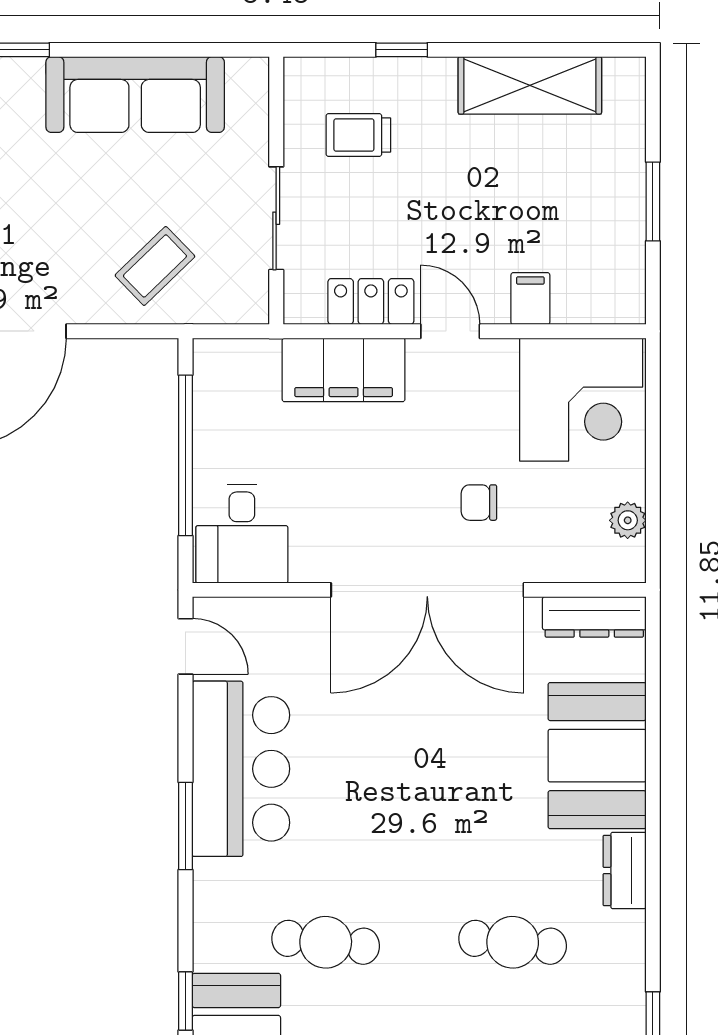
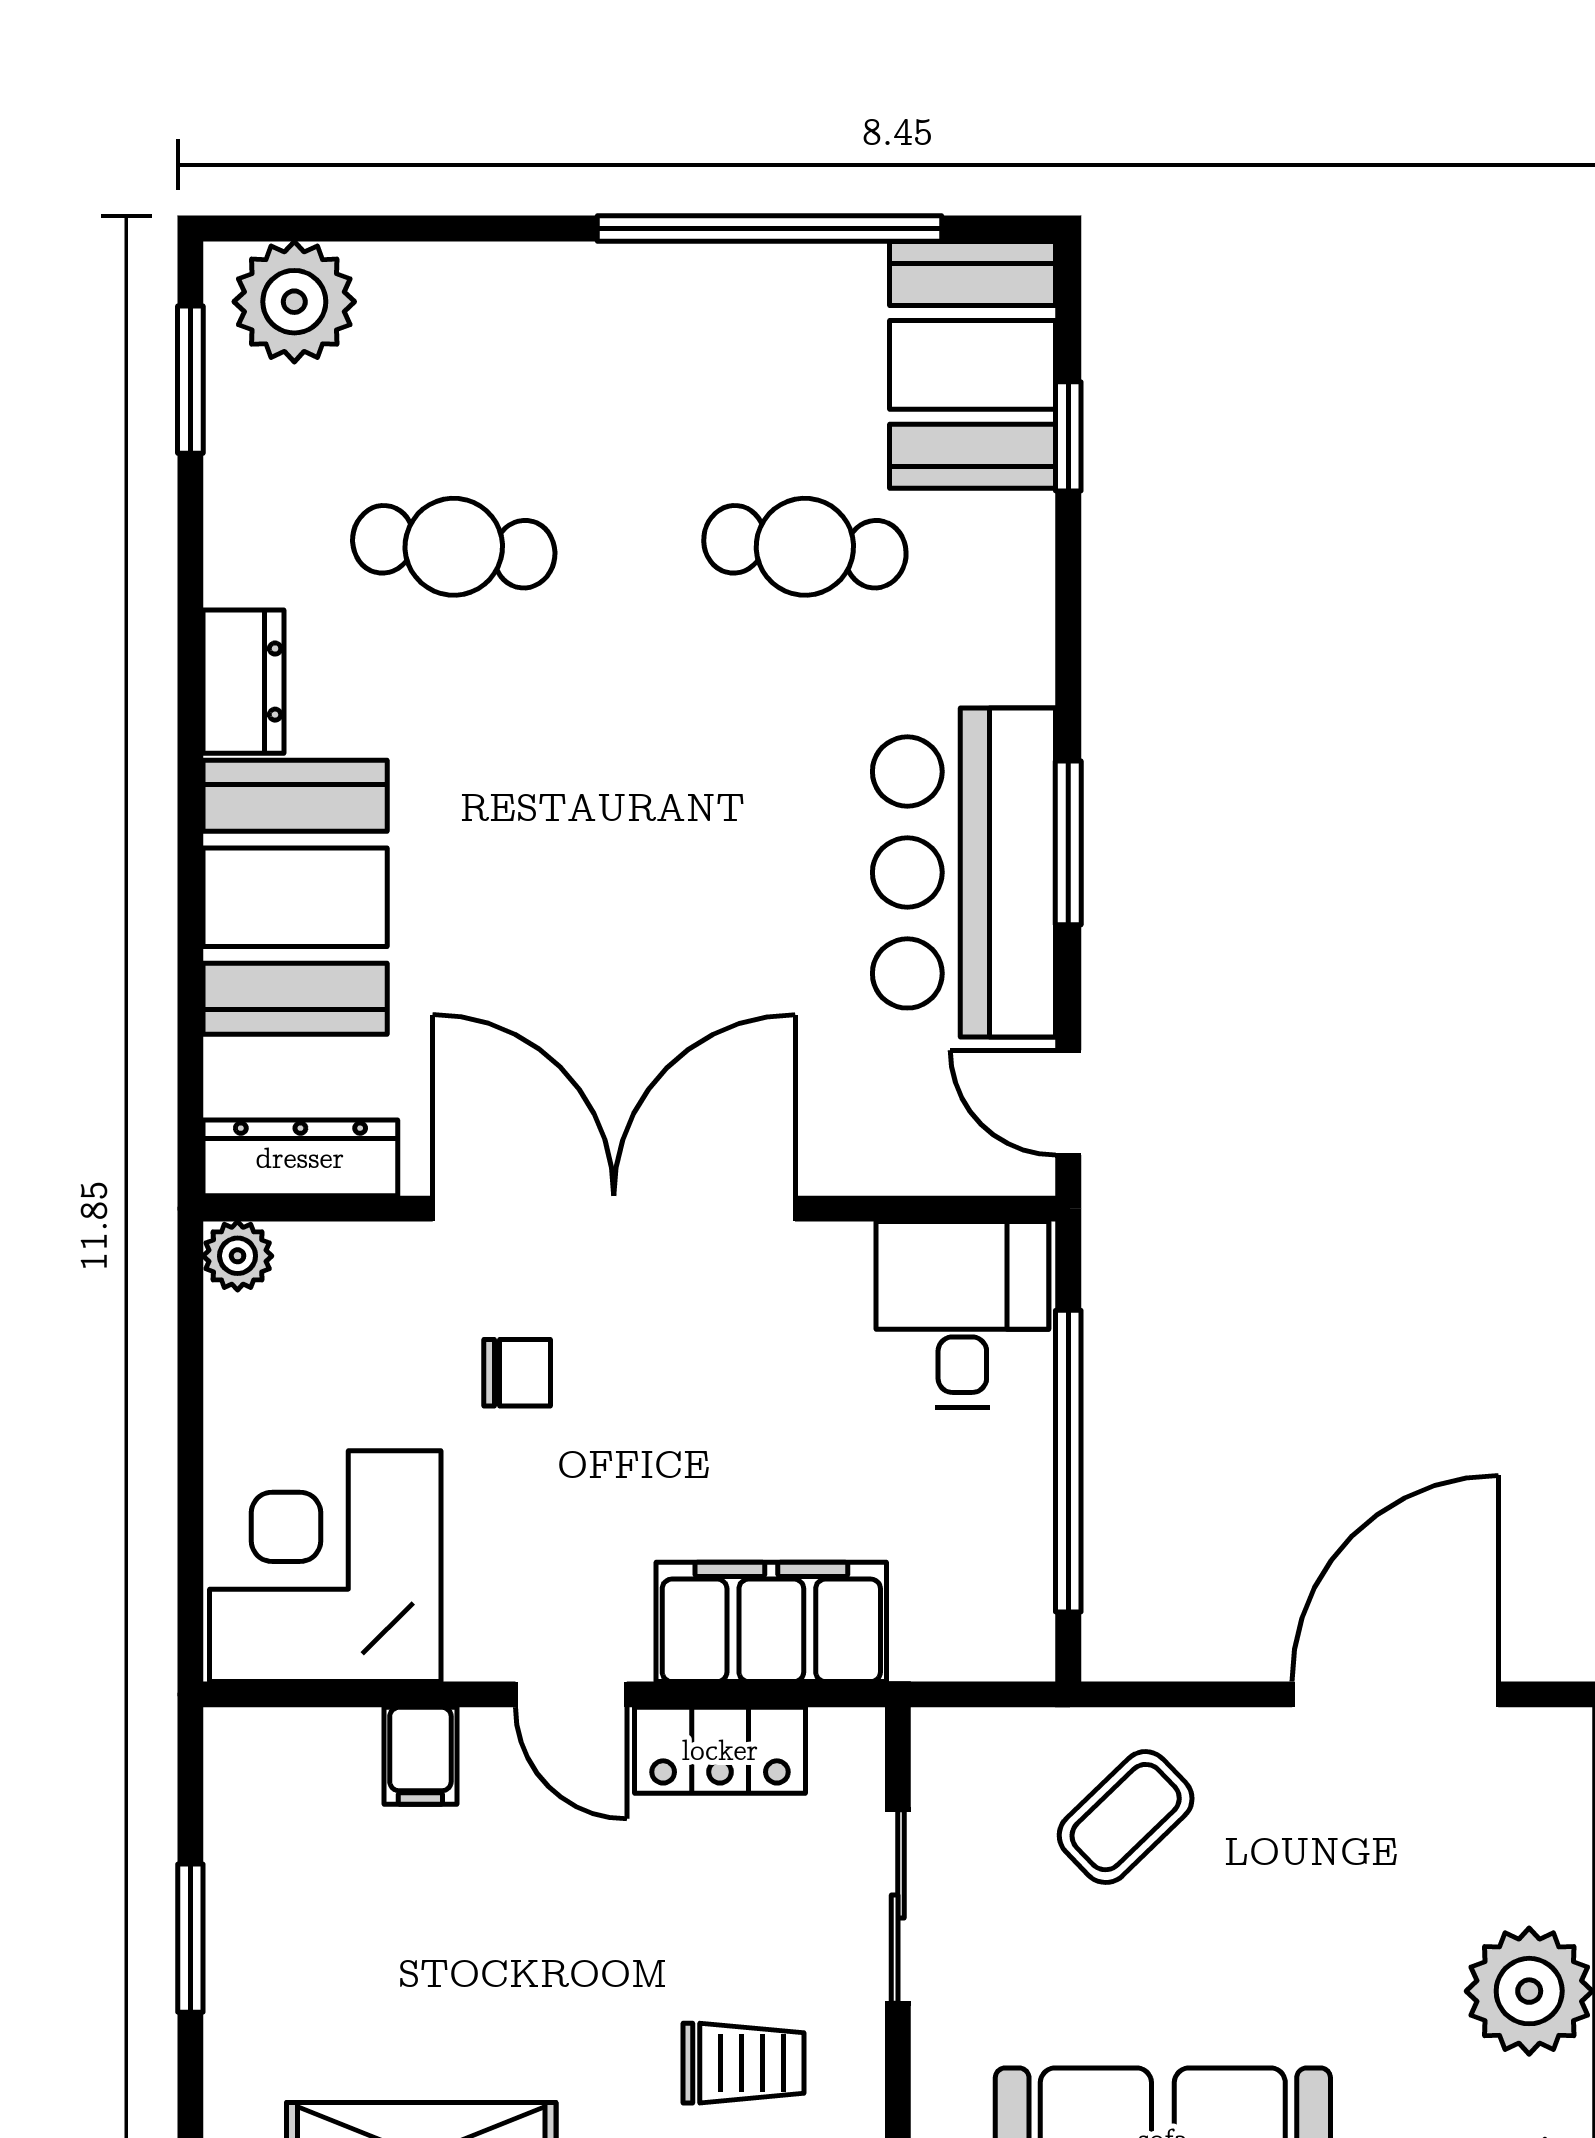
plant: (628, 520) -> (238, 1256), moved
window: (185, 826) -> (1068, 843), moved

